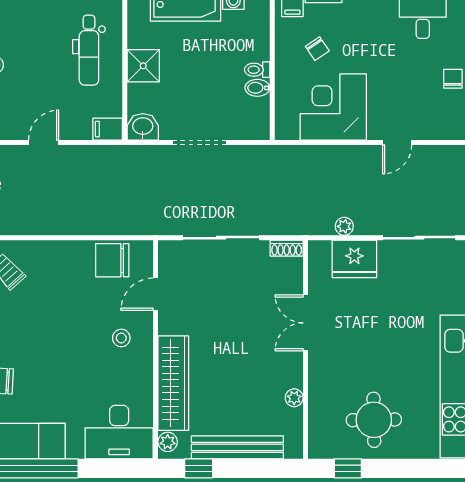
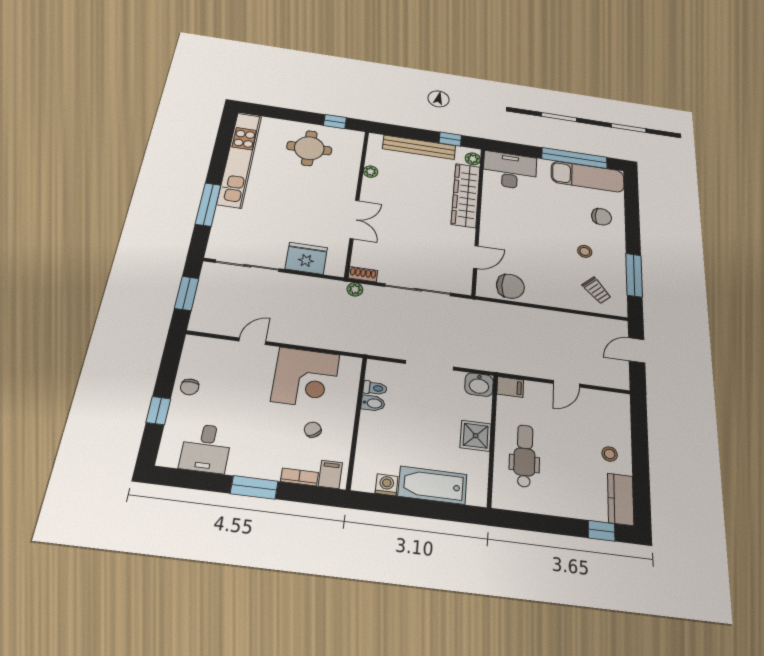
toilet: (257, 70) -> (375, 388), moved
plant: (344, 226) -> (355, 289), moved
stool: (121, 338) -> (585, 251), moved

